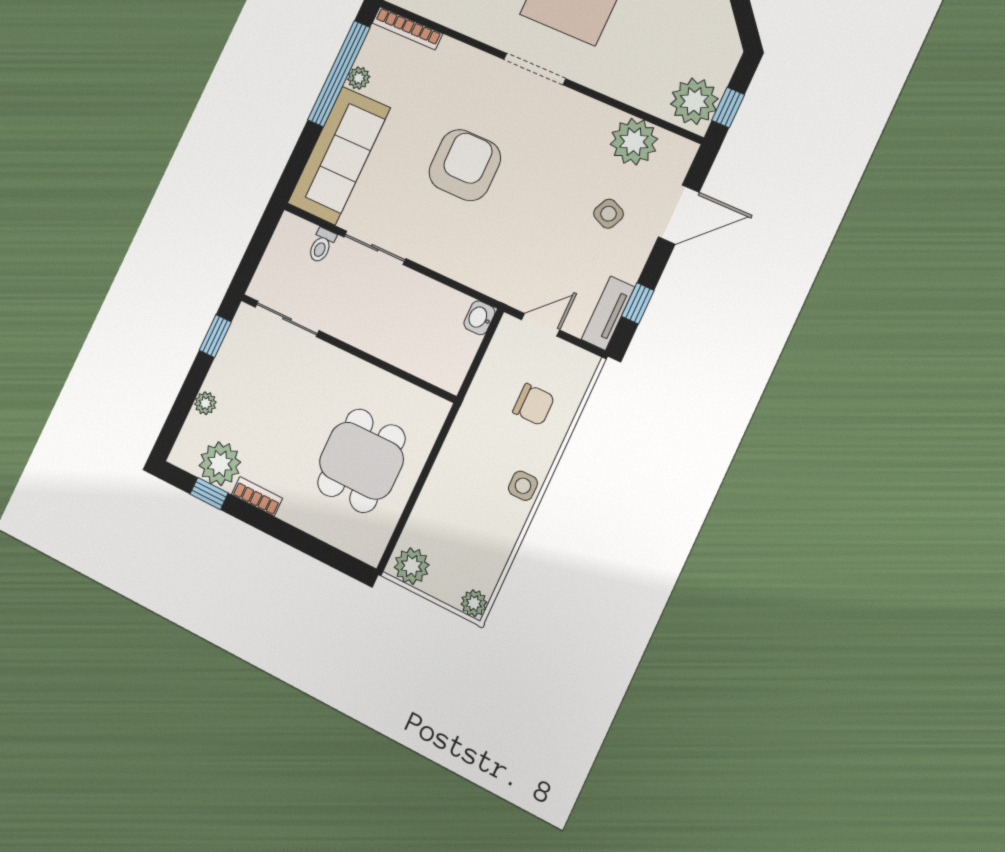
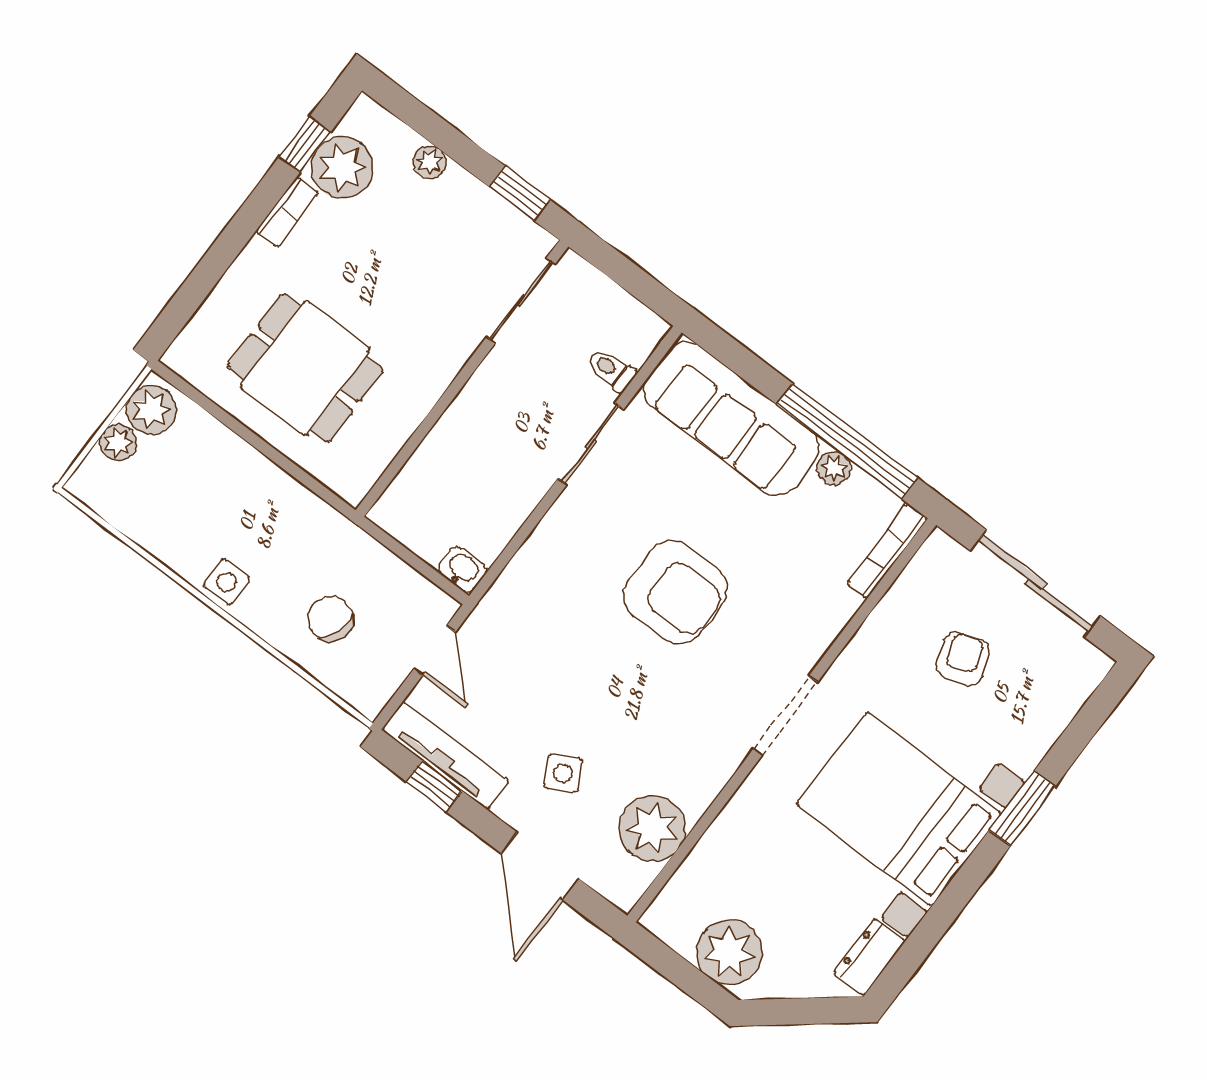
plant: (694, 101) -> (730, 952), moved
window: (728, 108) -> (668, 963), removed
side table: (609, 214) -> (563, 773), turned 37
tv unit: (608, 313) -> (445, 756), width x1.41
chair: (534, 404) -> (331, 619), turned 108
plant: (474, 603) -> (118, 443), moved

